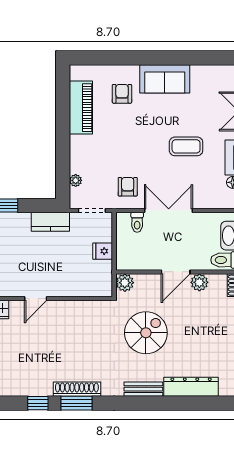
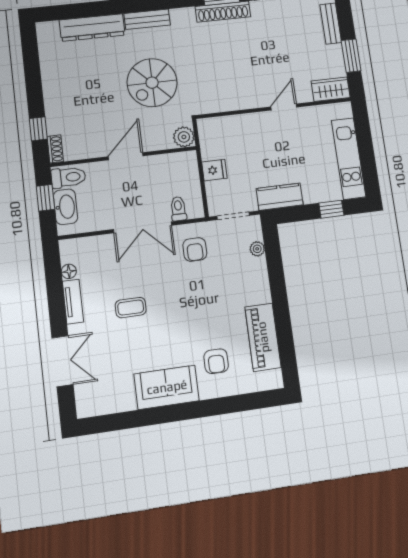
coffee table: (186, 146) -> (131, 308), width x0.73, depth x0.77
plant: (199, 282) -> (96, 147), removed

